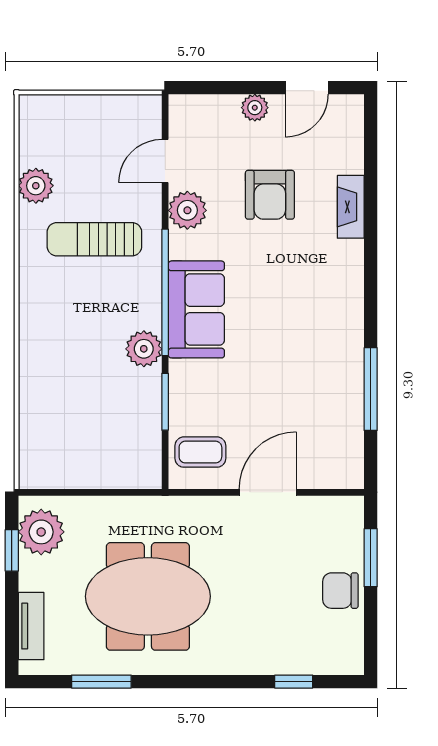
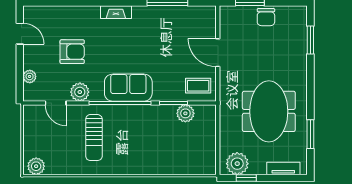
plant: (255, 108) -> (30, 76), moved
plant: (36, 186) -> (36, 166), moved
fireplace: (351, 207) -> (116, 12), moved
plant: (144, 349) -> (185, 113), moved
coffee table: (200, 452) -> (198, 86), turned 90
window: (294, 682) -> (310, 40), width x1.50

